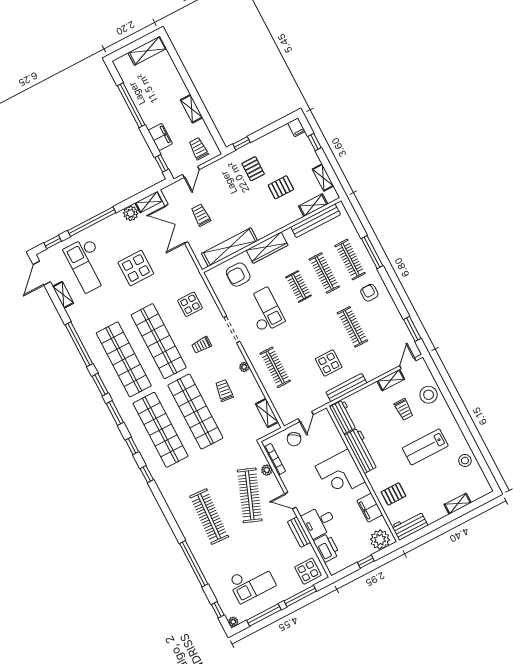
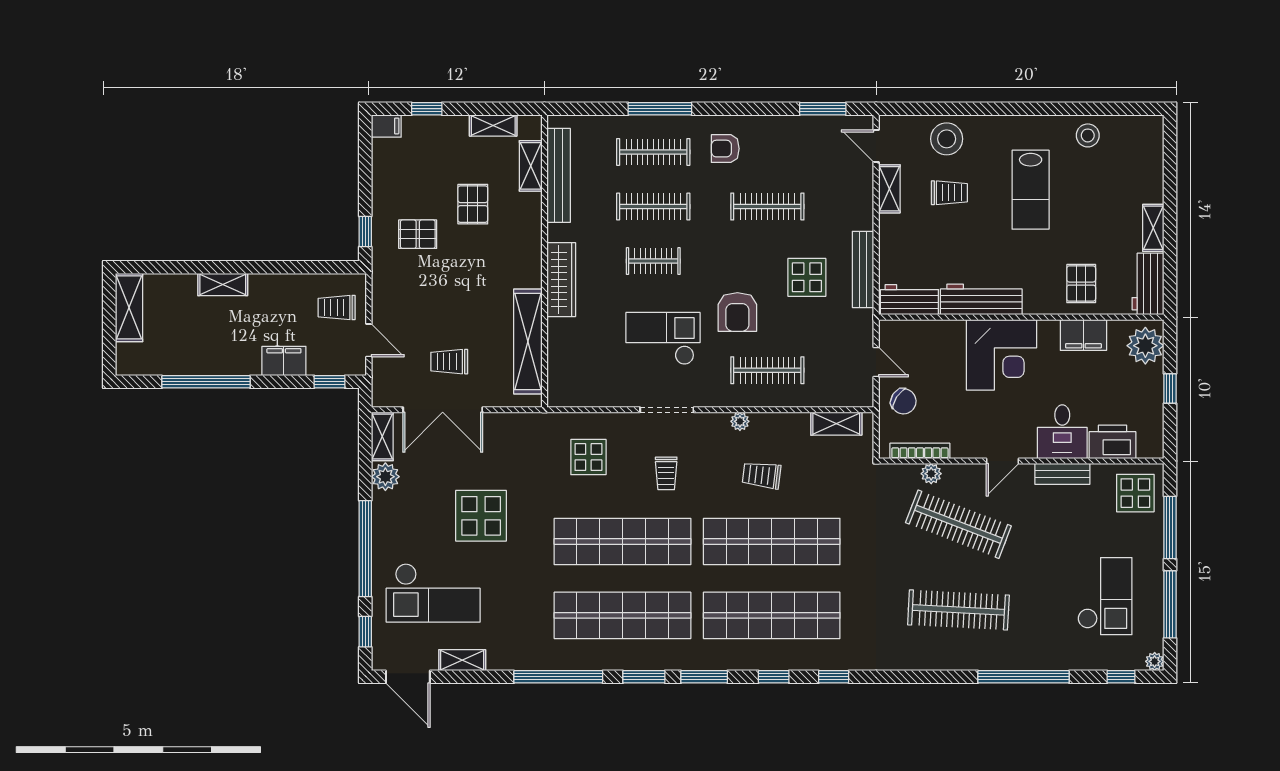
shelving: (192, 109) -> (223, 284), moved
armchair: (238, 275) -> (737, 312), moved
shelving: (458, 504) -> (1153, 228), moved

